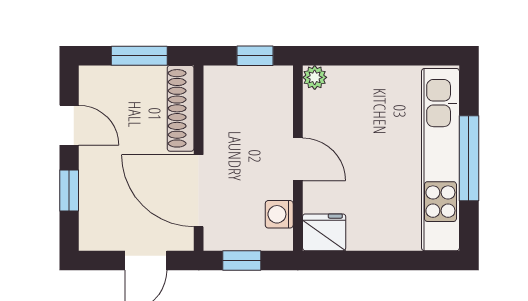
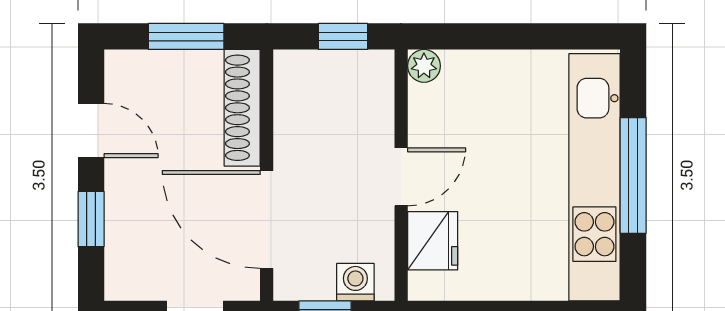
door: (298, 159) -> (401, 177), hinge flipped
washing machine: (279, 214) -> (355, 282), moved, turned 90
fridge: (324, 232) -> (433, 241), moved, turned 90

